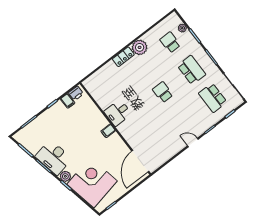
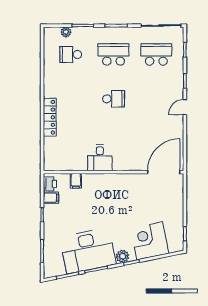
plant: (140, 47) -> (53, 88), removed
locker: (123, 57) -> (50, 117), width x1.53
school desk: (163, 92) -> (114, 99), turned 180
school desk: (213, 98) -> (156, 54), turned 180
filing cabinet: (108, 131) -> (76, 181), moved
desk: (54, 157) -> (88, 251), width x1.36, depth x1.30
door: (140, 161) -> (164, 172), swing flipped
corner desk: (92, 183) -> (150, 241), width x0.74, depth x0.74

